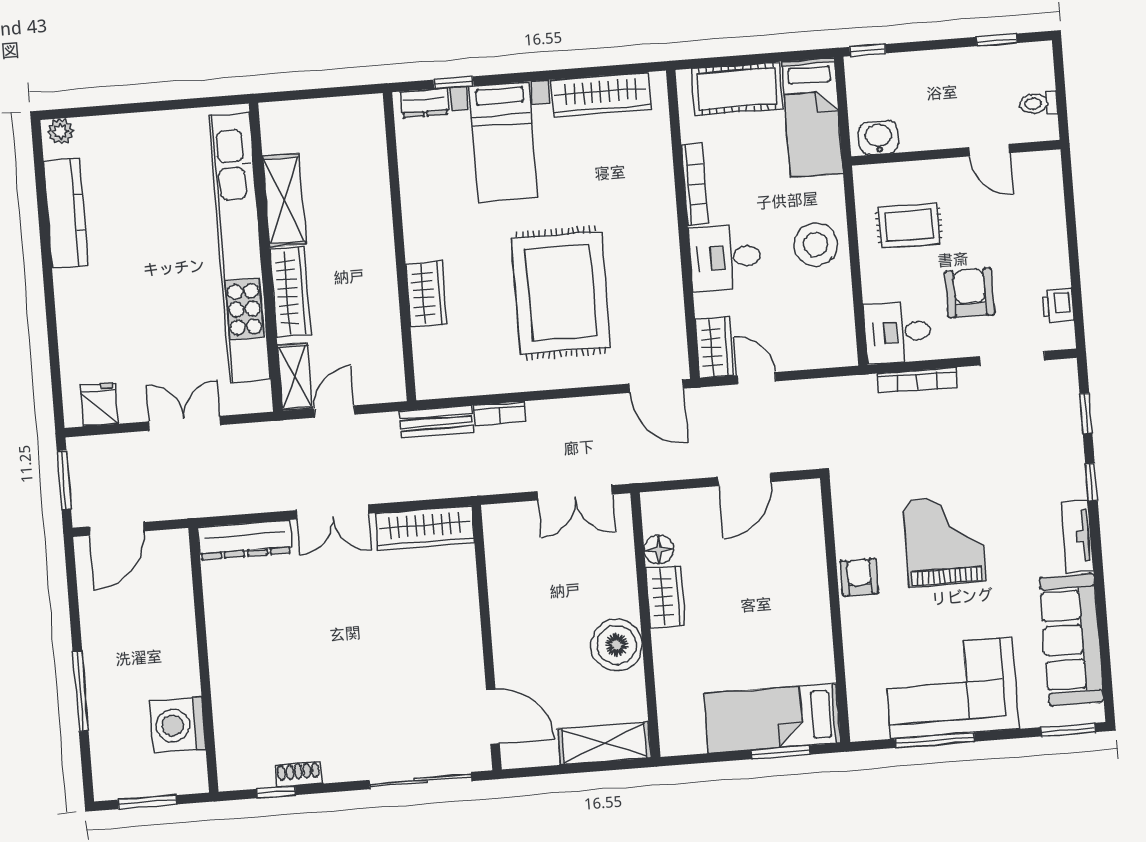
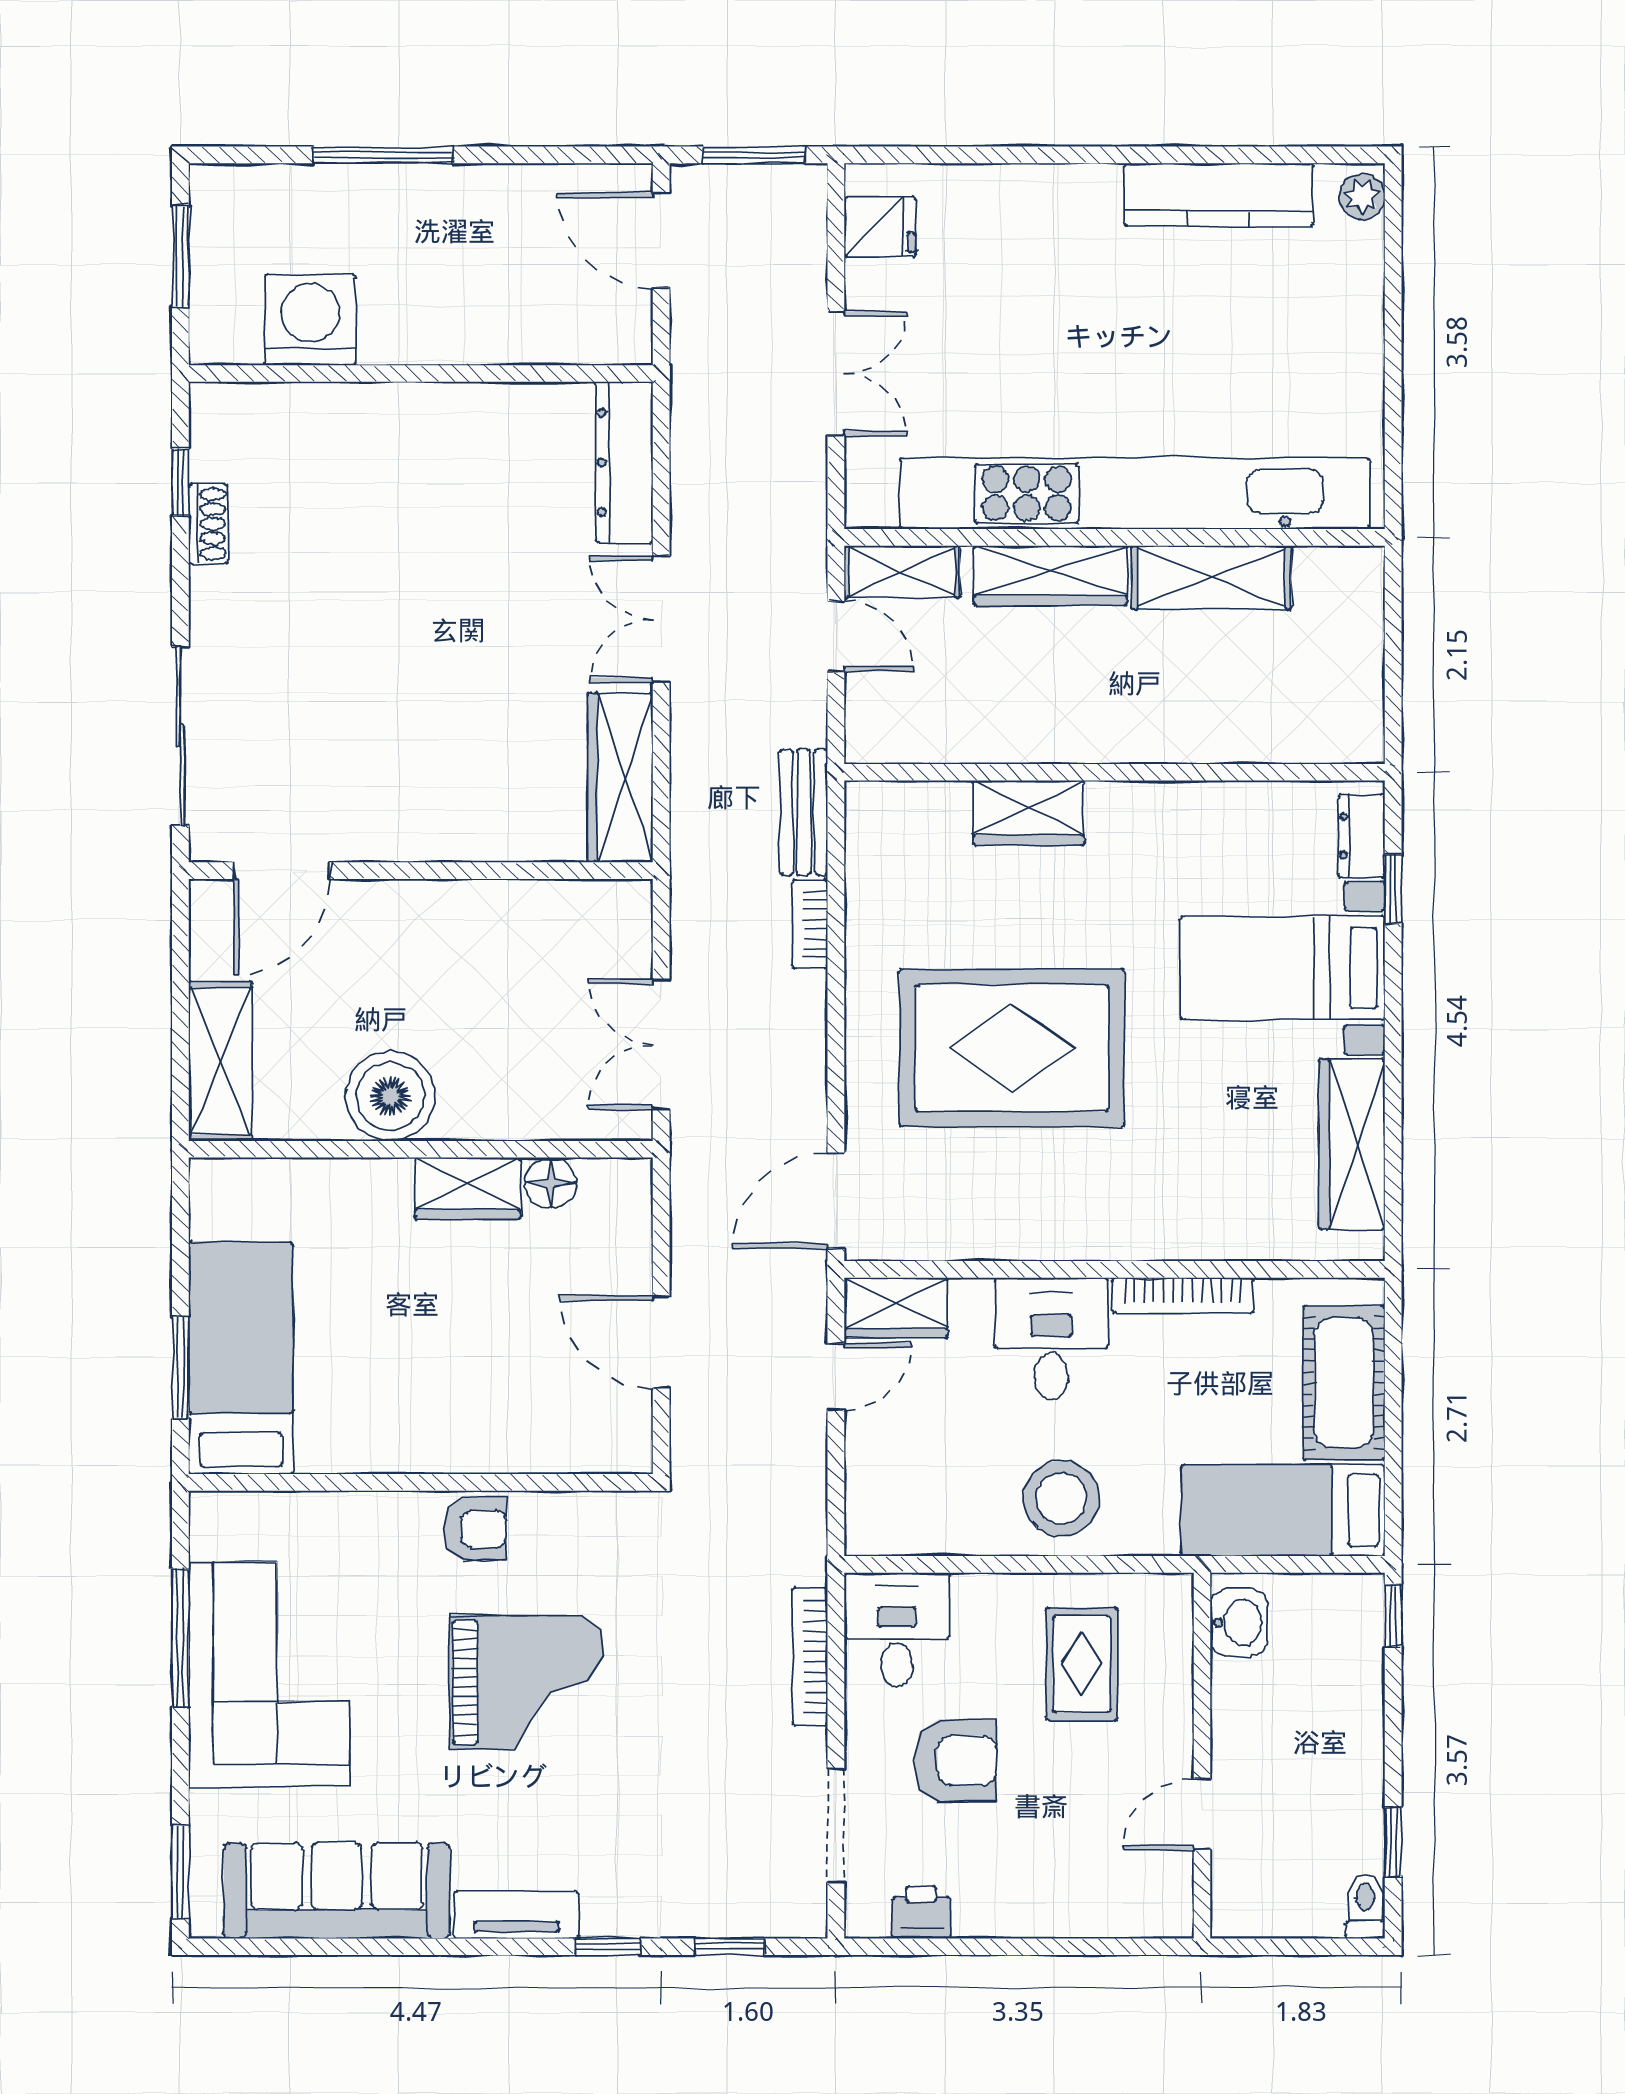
toilet: (1038, 103) -> (1365, 1906), moved

